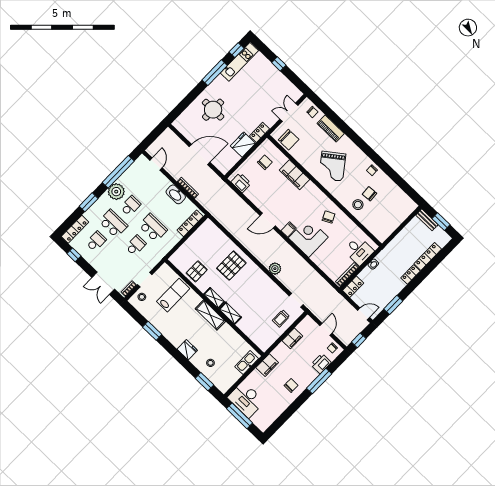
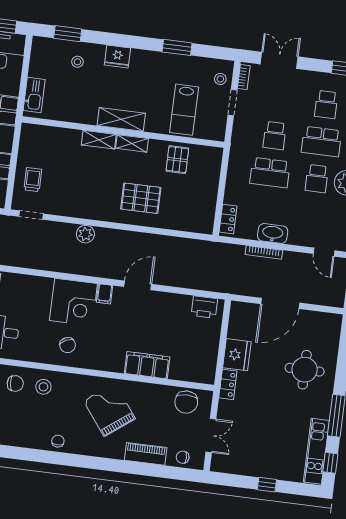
chair: (289, 140) -> (186, 402), turned -90
chair: (265, 162) -> (194, 353), removed
chair: (369, 194) -> (15, 383), moved
locker: (190, 223) -> (228, 219), width x0.66
pallet: (231, 266) -> (141, 198), turned 90

